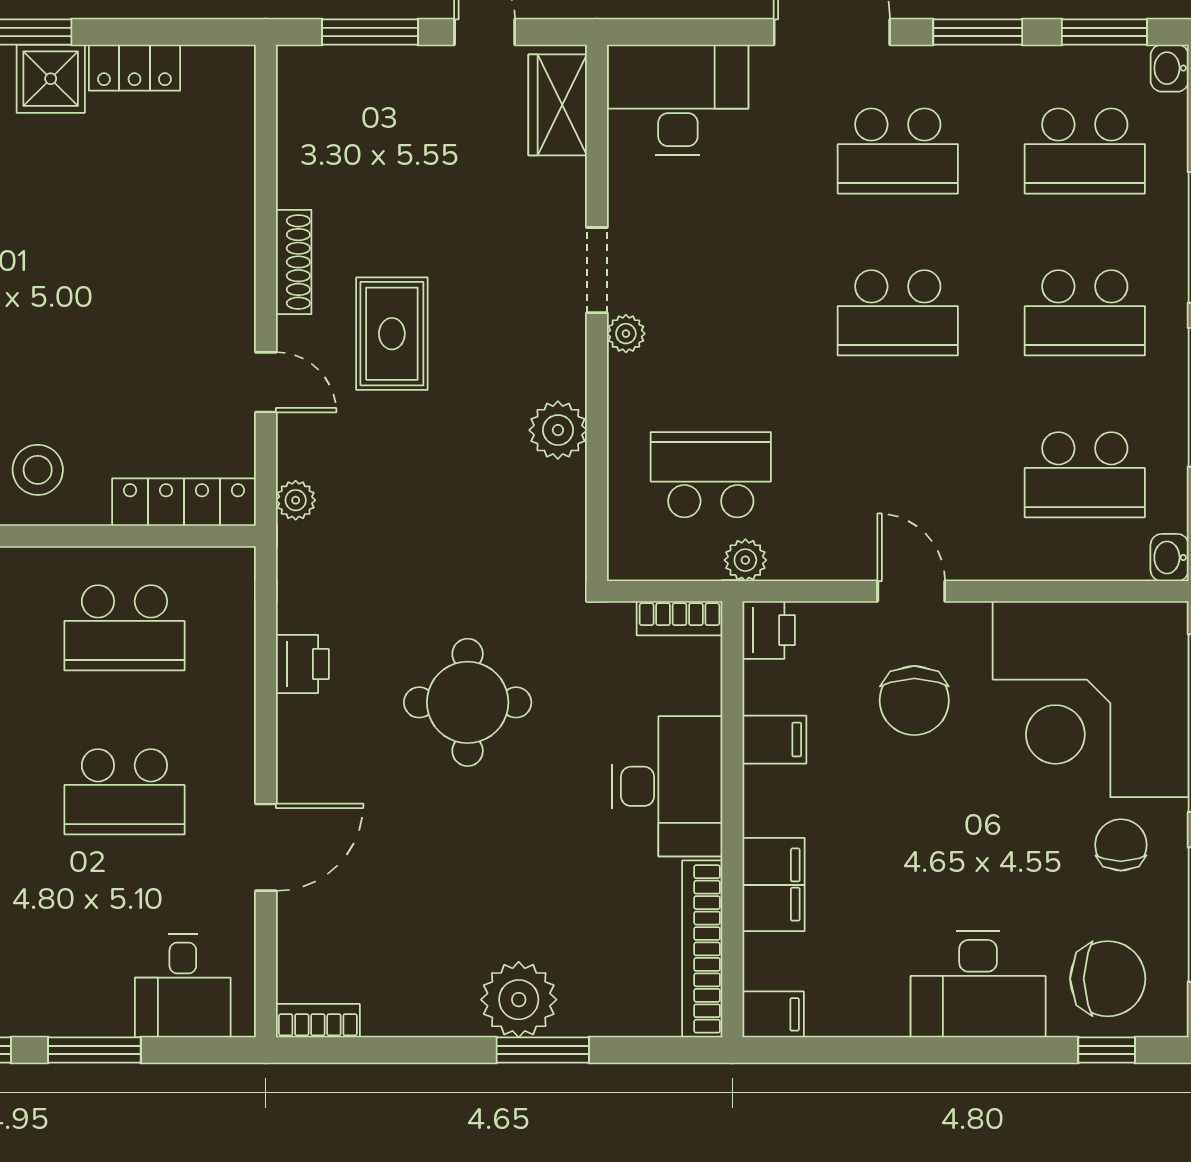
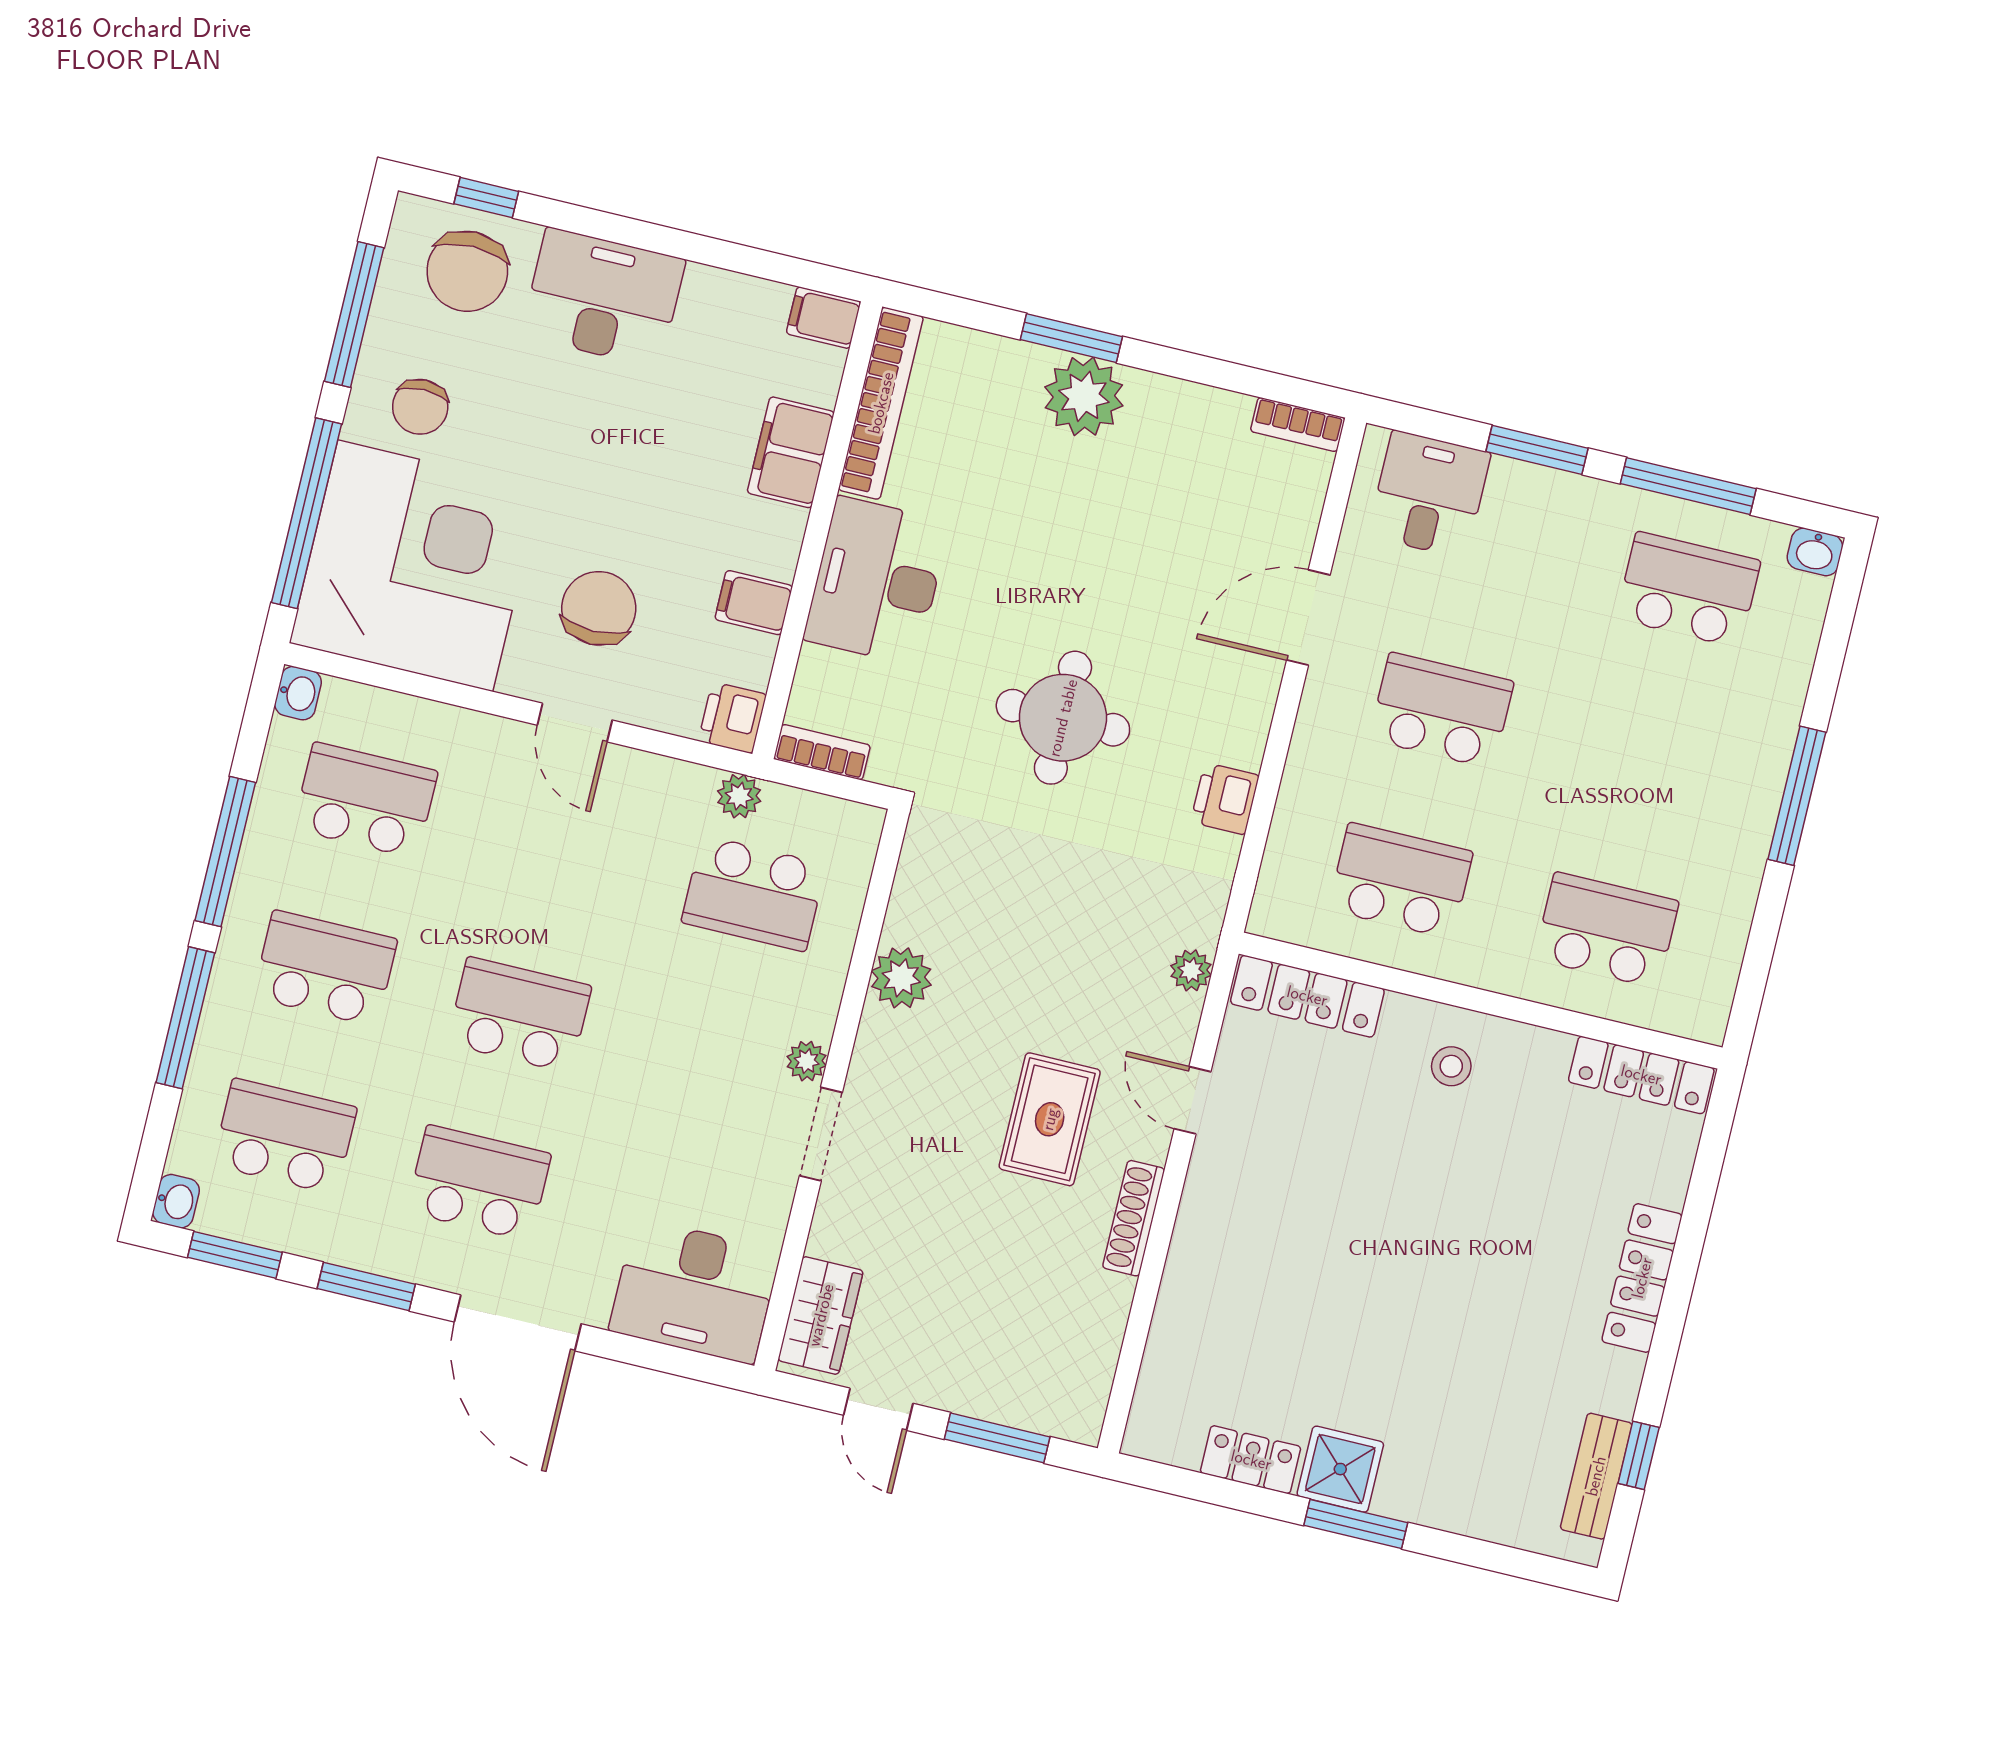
stool: (38, 470) -> (1451, 1066), width x0.73, depth x0.73
chair: (1108, 979) -> (467, 271), turned -90

